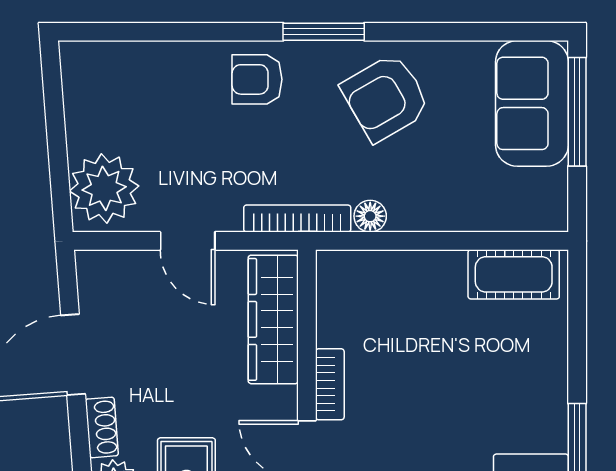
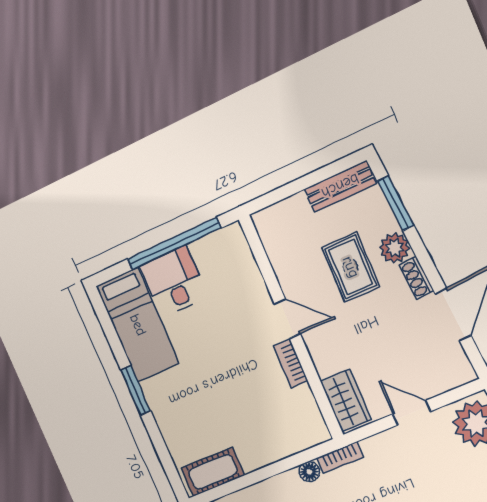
bookcase: (297, 219) -> (340, 457), width x0.64
wardrobe: (273, 319) -> (346, 400), width x0.67

